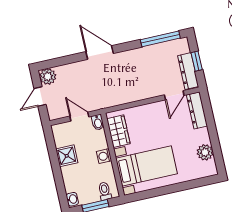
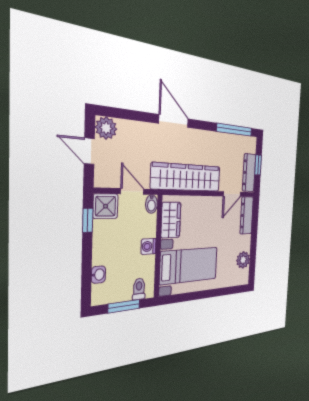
wardrobe: (124, 93) -> (187, 177), added
door: (40, 97) -> (89, 151), hinge flipped
window: (51, 145) -> (88, 220), added
shower: (67, 156) -> (106, 206), moved
washbasin: (72, 199) -> (98, 275), moved

